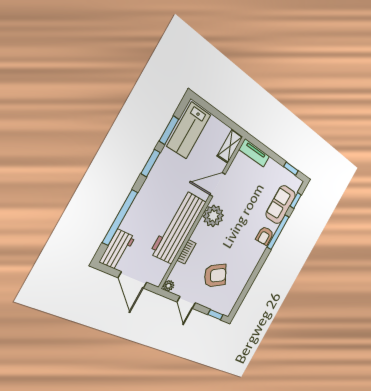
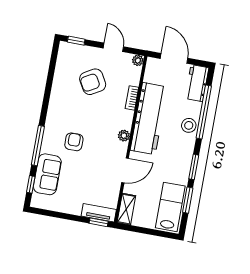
window: (291, 169) -> (99, 222), moved
stool: (141, 208) -> (189, 125), added
plant: (213, 216) -> (124, 136), width x0.53, depth x0.53
armchair: (265, 236) -> (74, 142), moved

